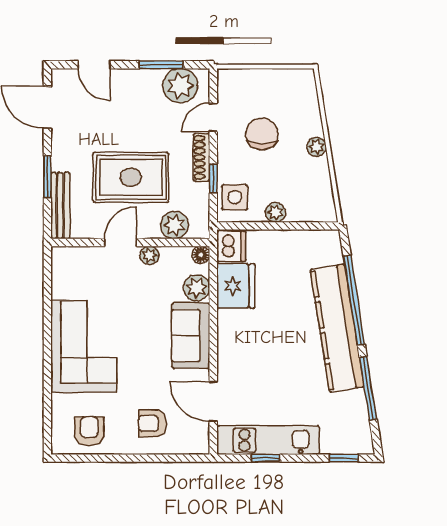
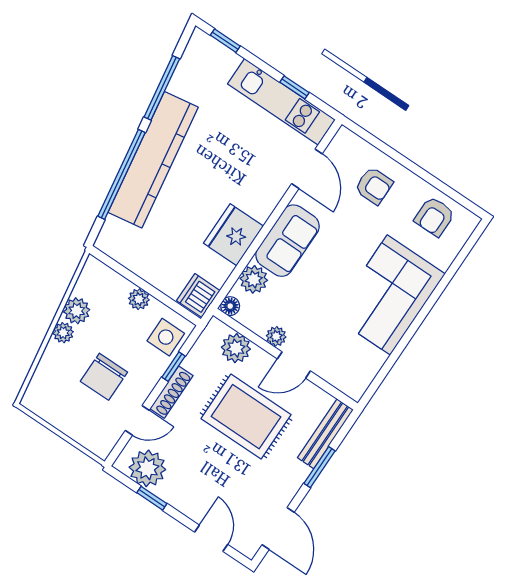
window: (161, 65) -> (152, 498), width x0.67
plant: (318, 171) -> (77, 311), added
fridge: (236, 286) -> (233, 235), moved

